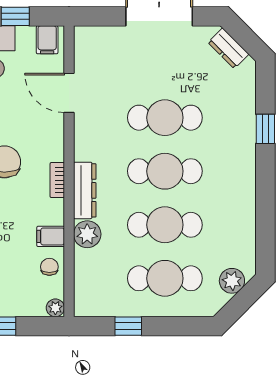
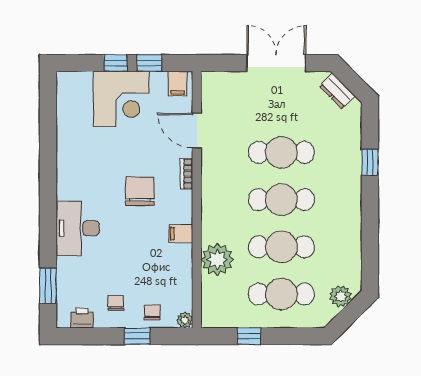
bookcase: (57, 180) -> (186, 174), moved
dresser: (85, 190) -> (211, 217), removed
plant: (87, 234) -> (217, 260), width x1.36, depth x1.36
filing cabinet: (51, 236) -> (181, 234), moved
chair: (49, 267) -> (152, 313), moved

